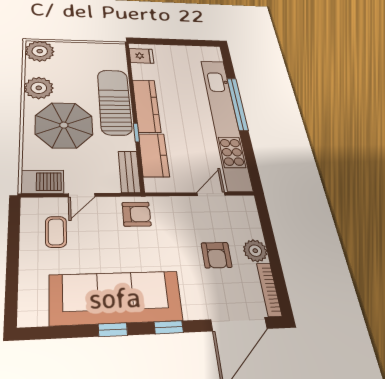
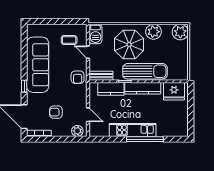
fridge: (141, 56) -> (174, 91), width x1.88, depth x1.34
kitchen unit: (225, 121) -> (133, 130), width x0.54
plant: (255, 251) -> (77, 131), moved
window: (113, 330) -> (24, 63), removed

